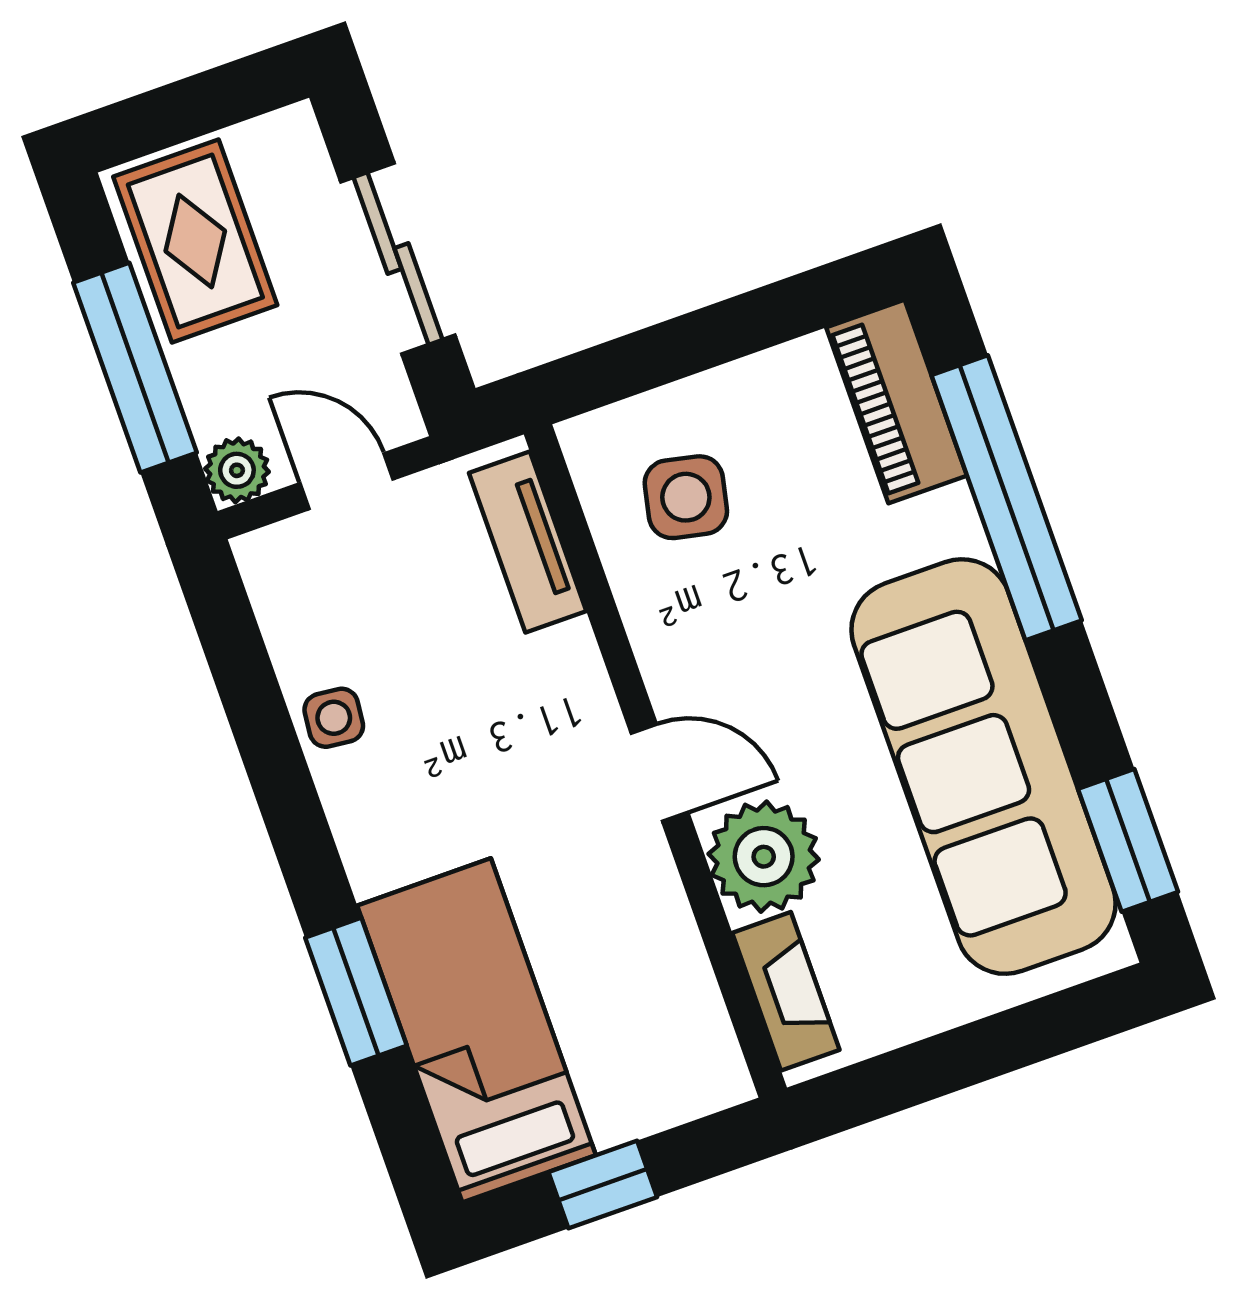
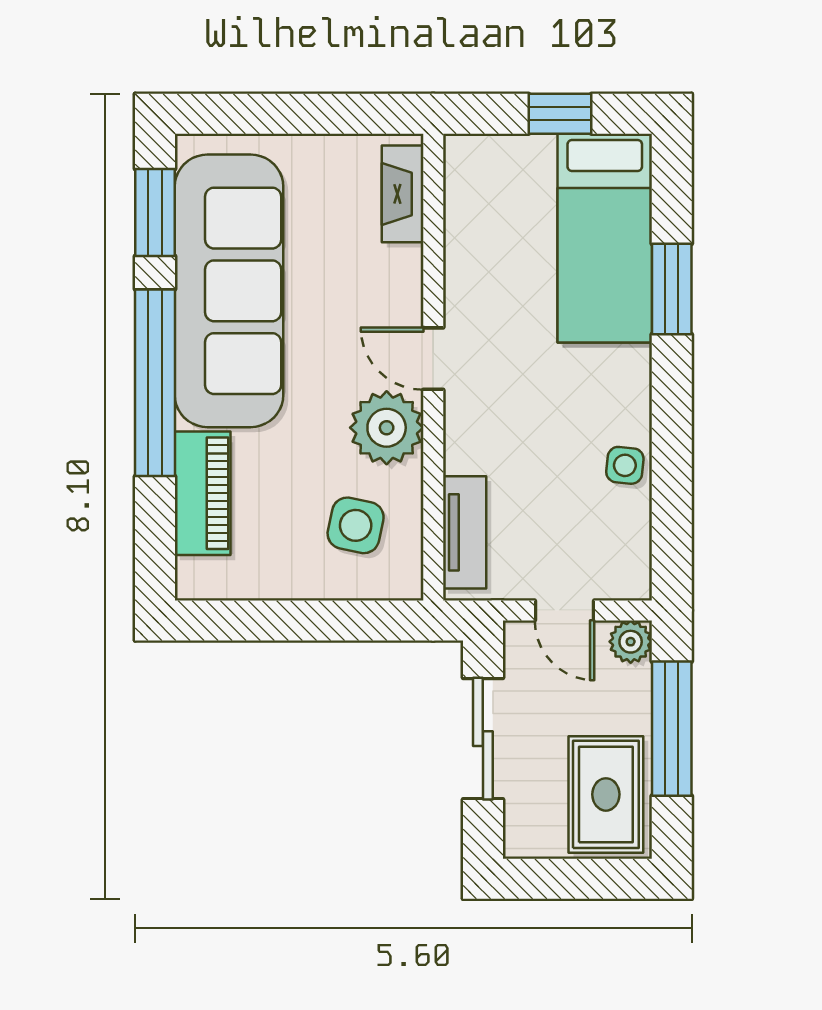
piano: (897, 401) -> (203, 493), moved
window: (1007, 498) -> (155, 383), moved
plant: (764, 857) -> (387, 428), moved

